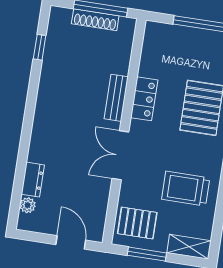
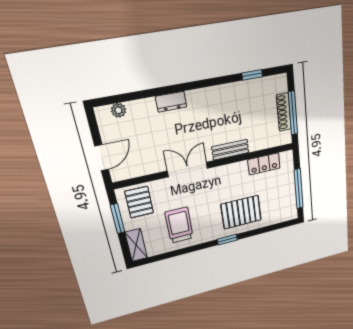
locker: (144, 99) -> (264, 164), moved
dresser: (33, 180) -> (171, 102), moved

